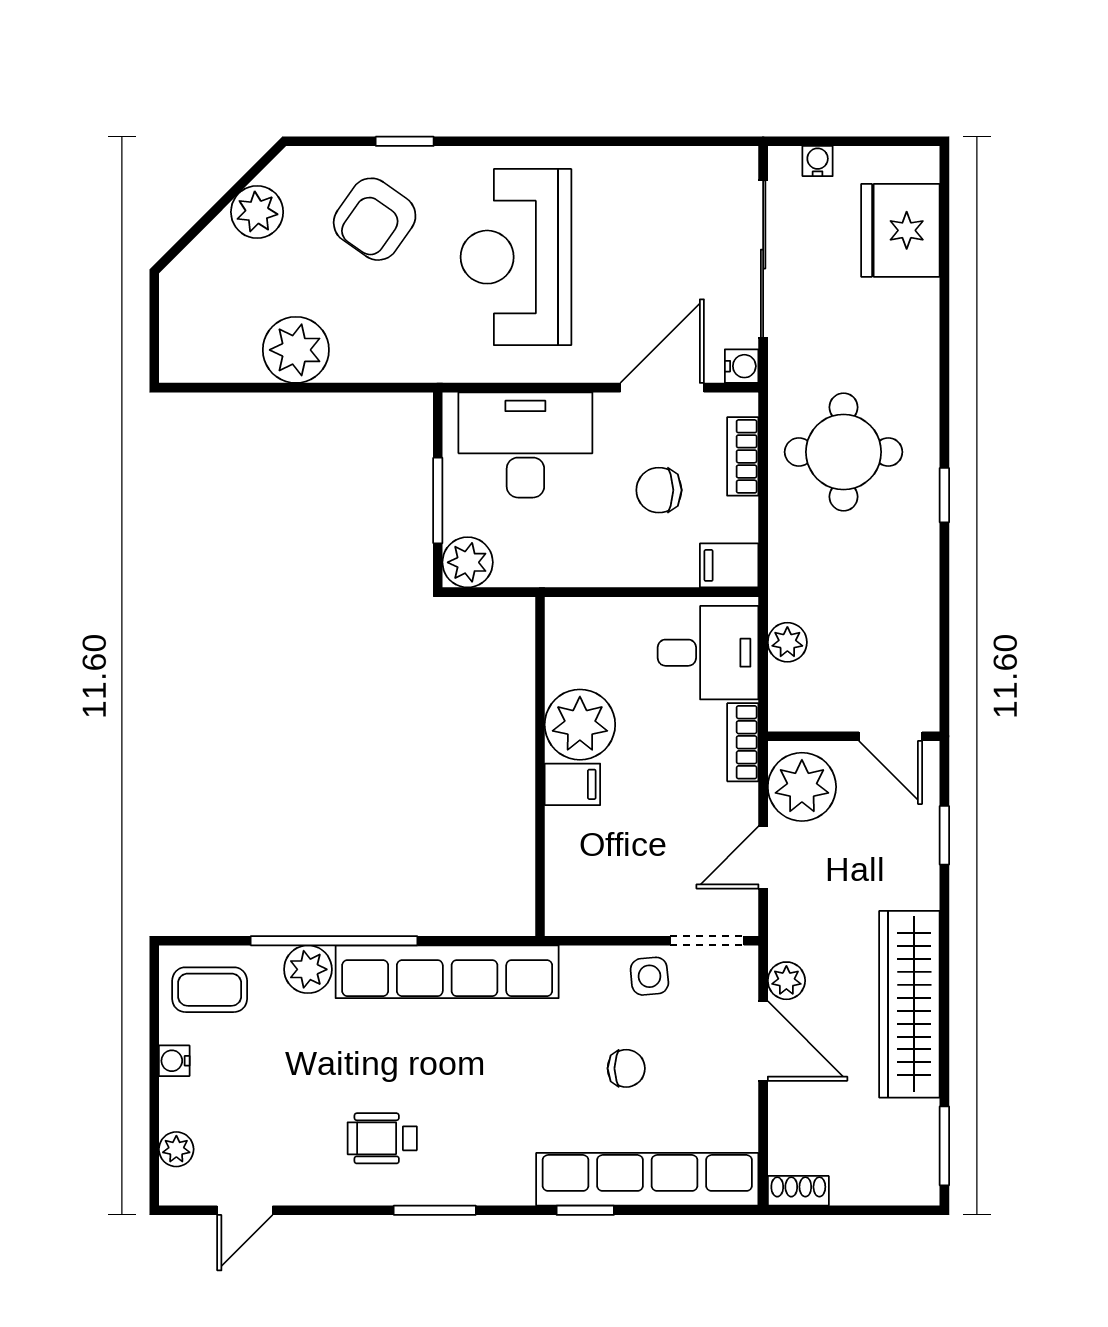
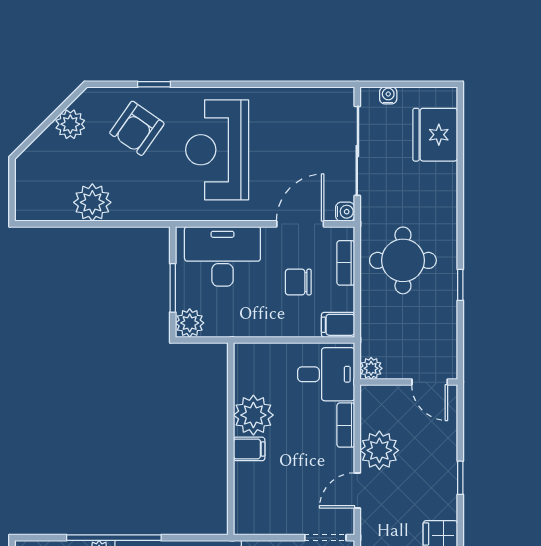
wall: (854, 736) -> (409, 382), moved
door: (891, 736) -> (430, 382), moved

